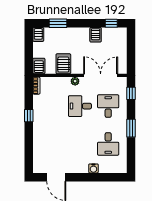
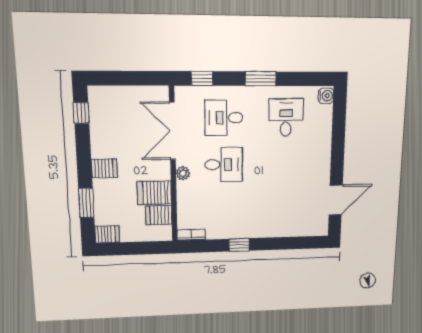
server rack: (96, 35) -> (104, 168), moved
server rack: (39, 66) -> (159, 215), moved
desk: (80, 106) -> (224, 165), turned -90
desk: (108, 144) -> (286, 117), turned -90
water cooler: (93, 168) -> (326, 96), moved

